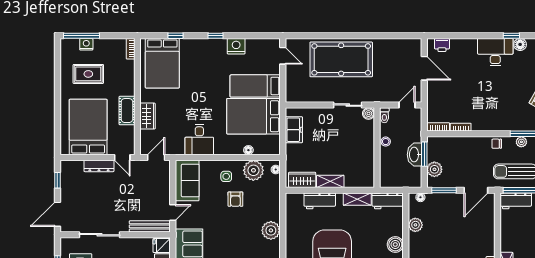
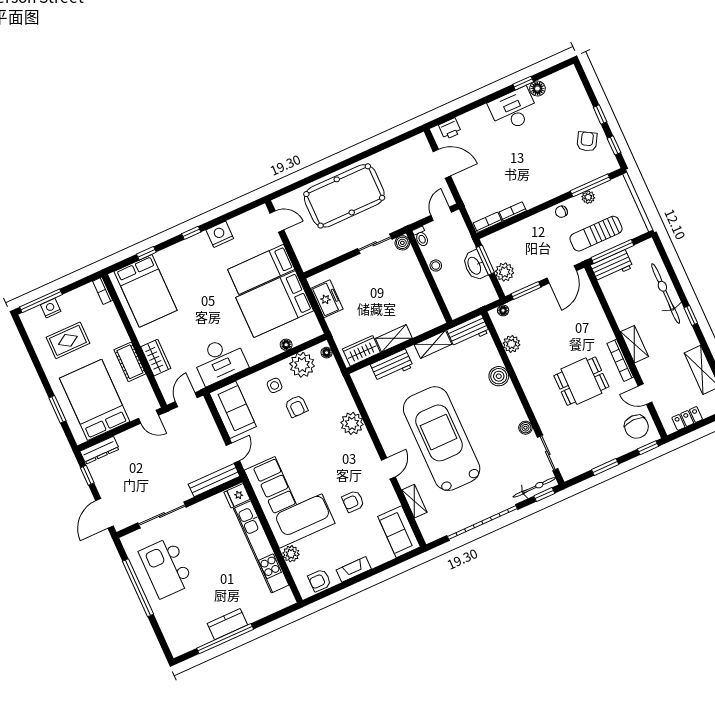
window: (57, 122) -> (57, 409), added
desk: (199, 140) -> (220, 360), width x1.37
dresser: (99, 166) -> (100, 450), moved

